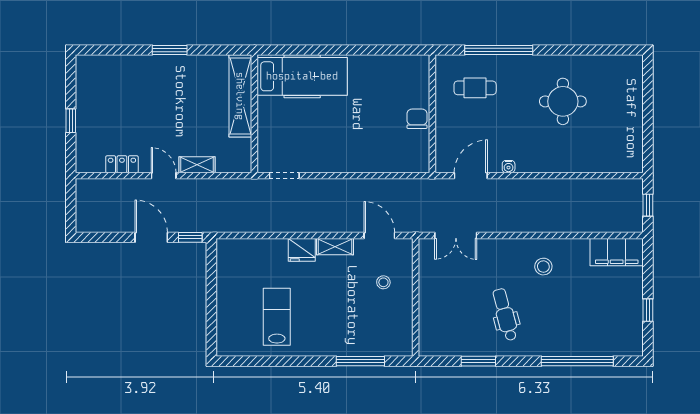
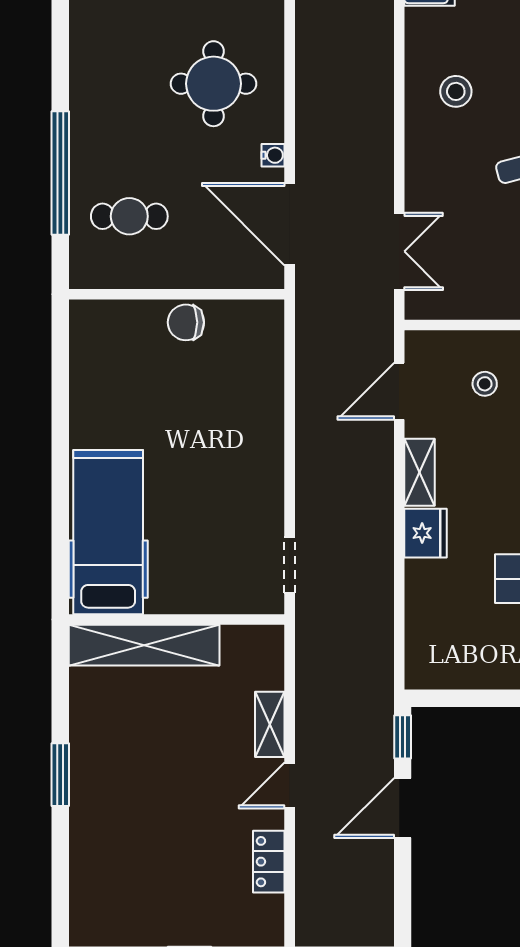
cafe table: (475, 88) -> (129, 216), turned 90
round table: (563, 101) -> (213, 84), moved
door: (471, 176) -> (290, 224), width x1.36

